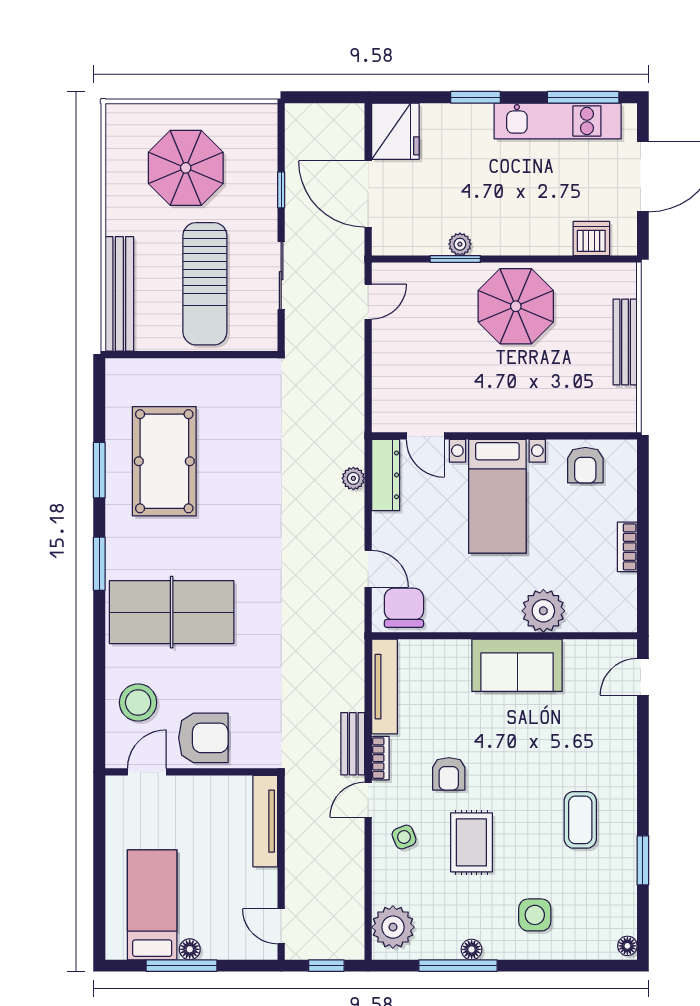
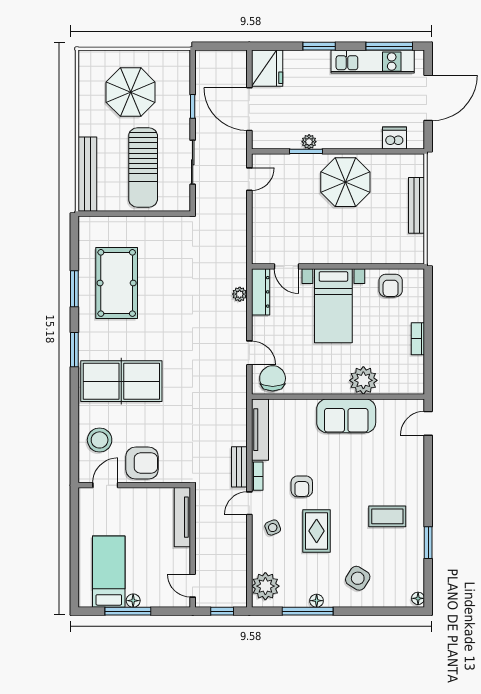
coffee table: (580, 820) -> (387, 516), turned 90
side table: (535, 915) -> (358, 578), turned 32

